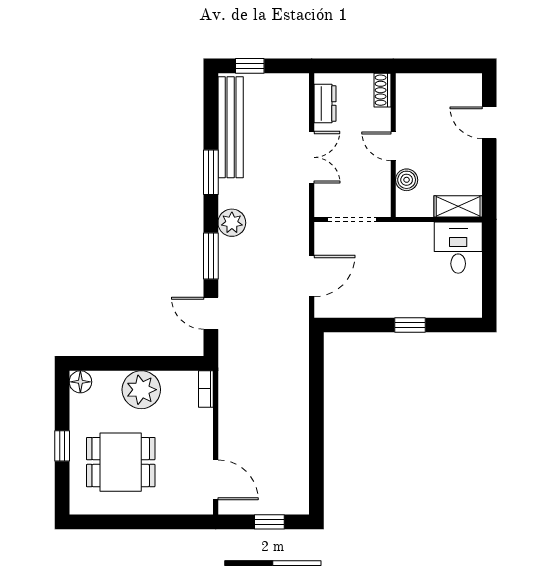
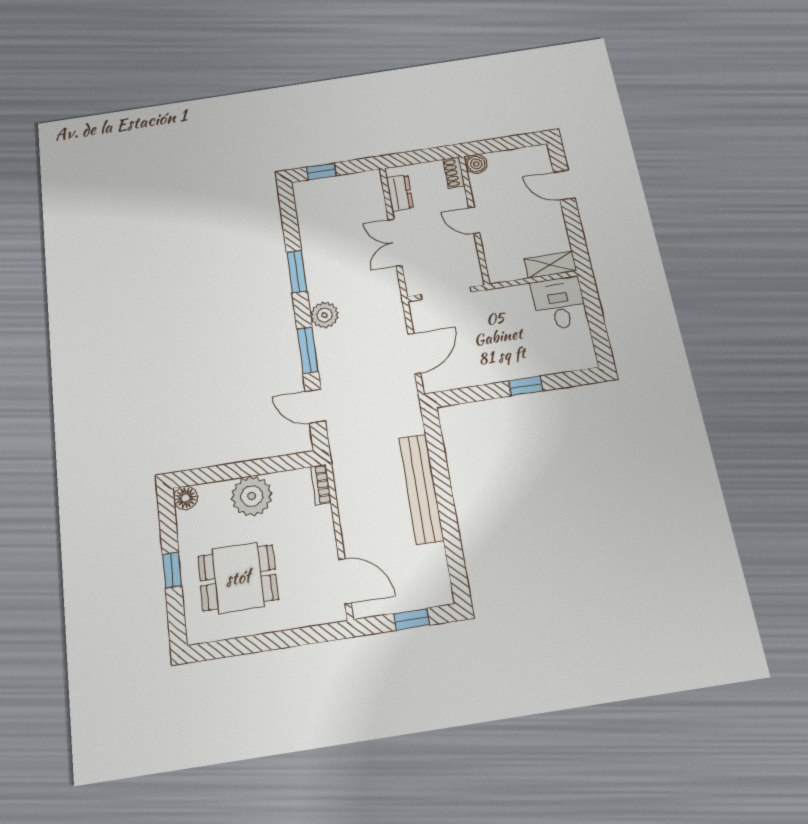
bench: (231, 127) -> (421, 489), moved
double door: (312, 157) -> (395, 243), swing flipped
boiler: (407, 180) -> (476, 164), moved

